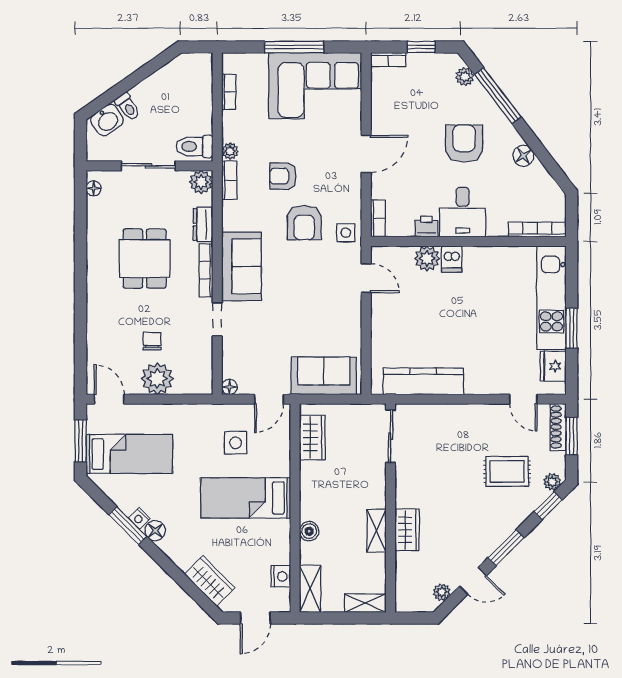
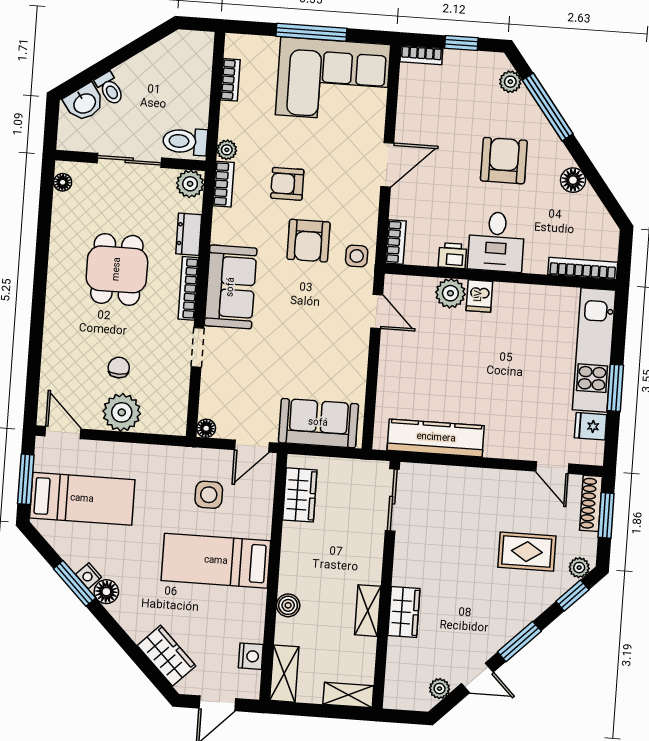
fridge: (553, 366) -> (591, 426), width x0.72

